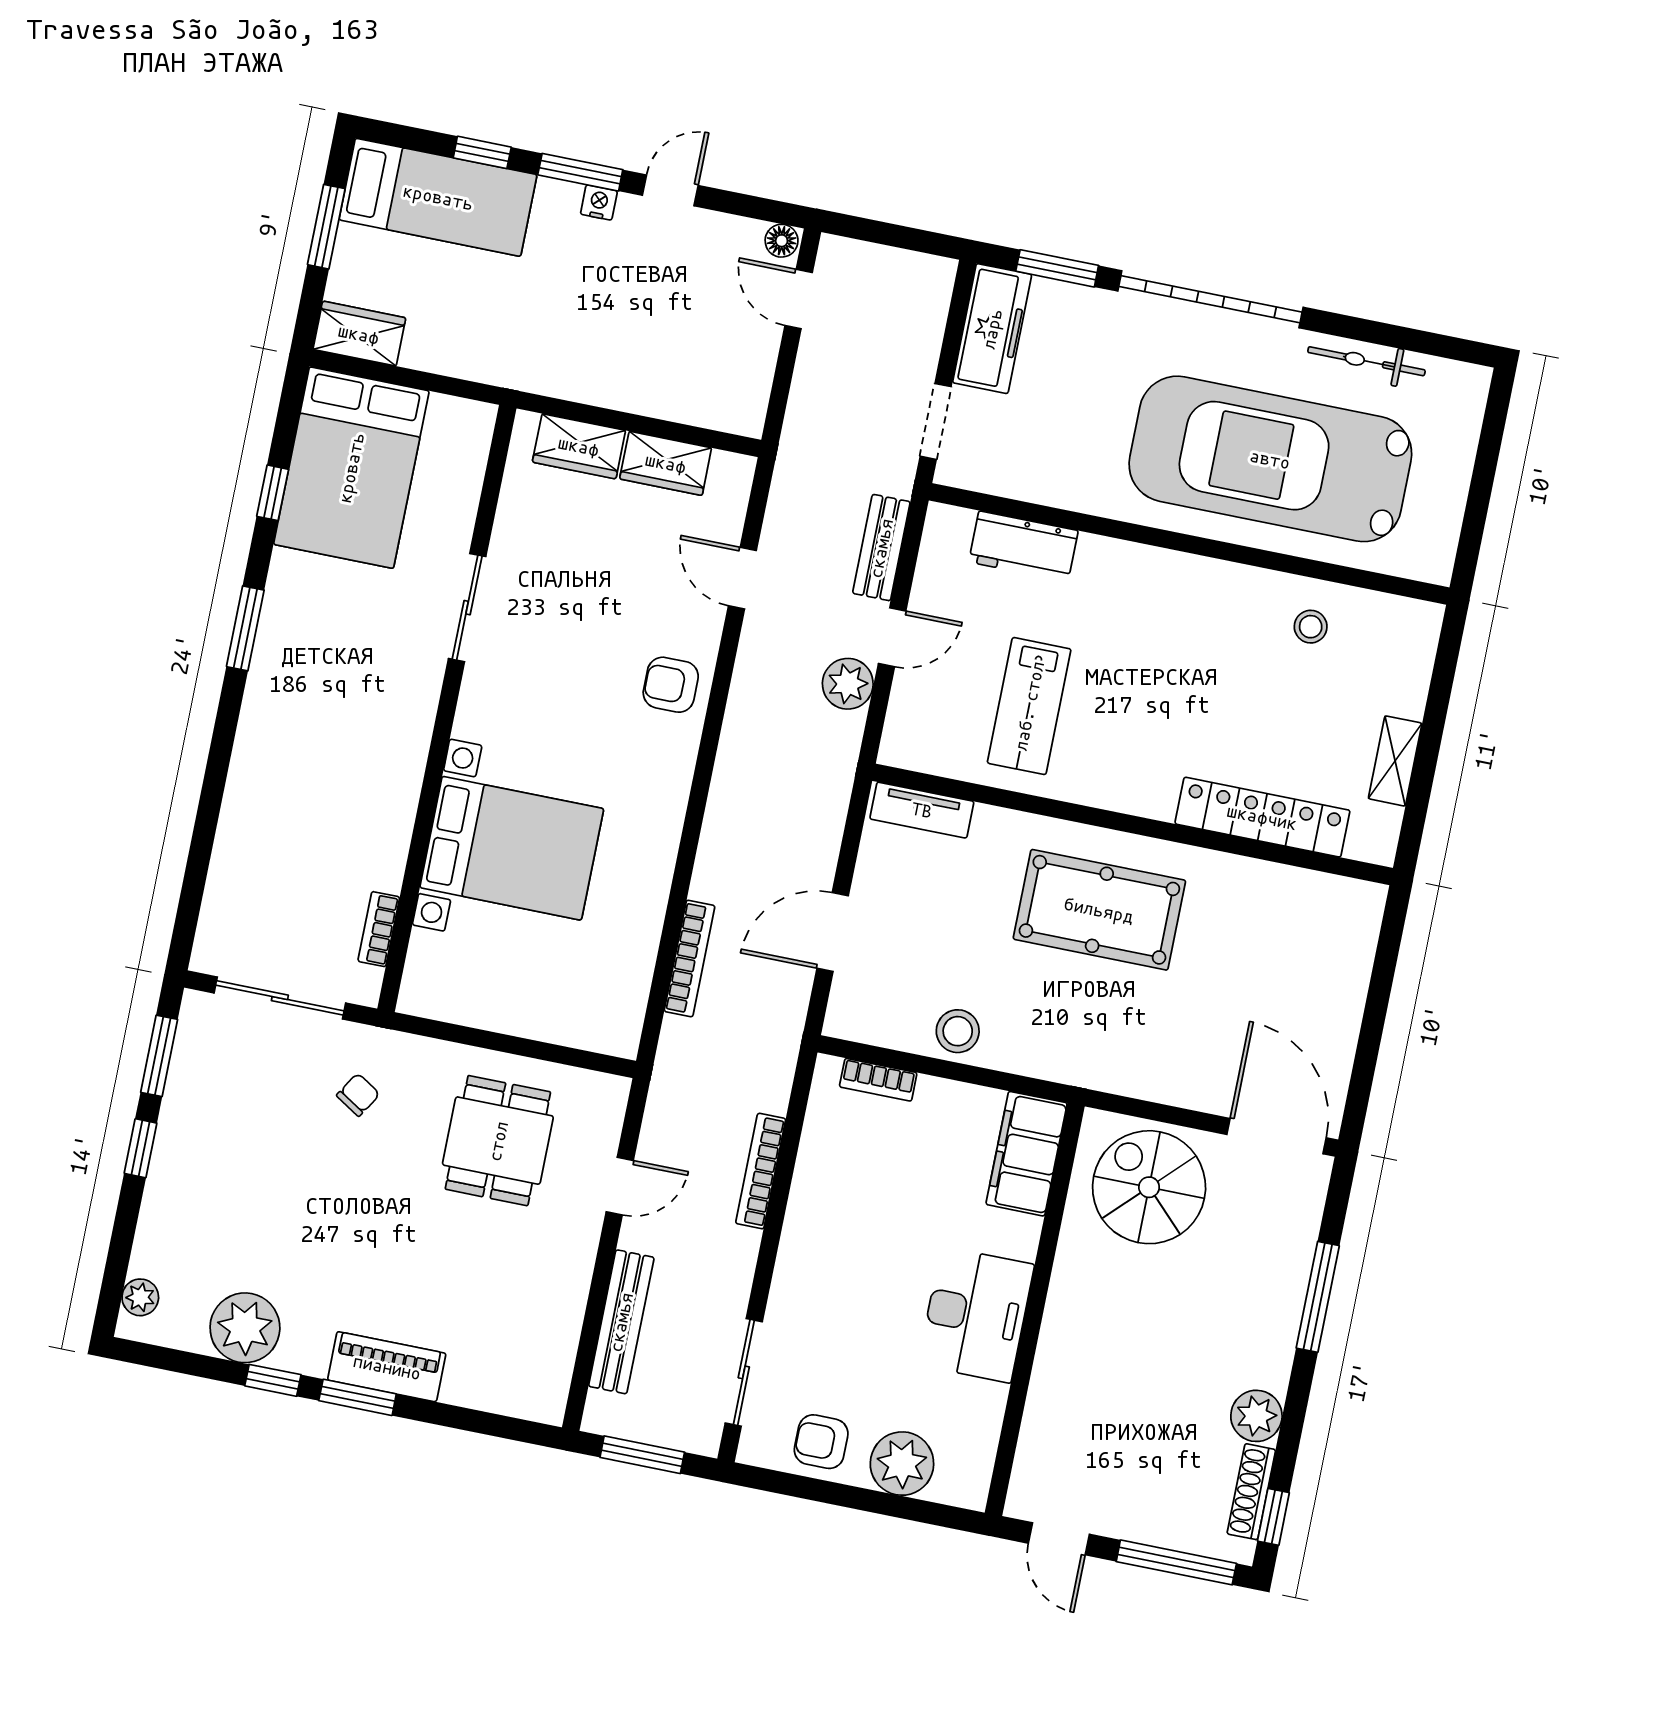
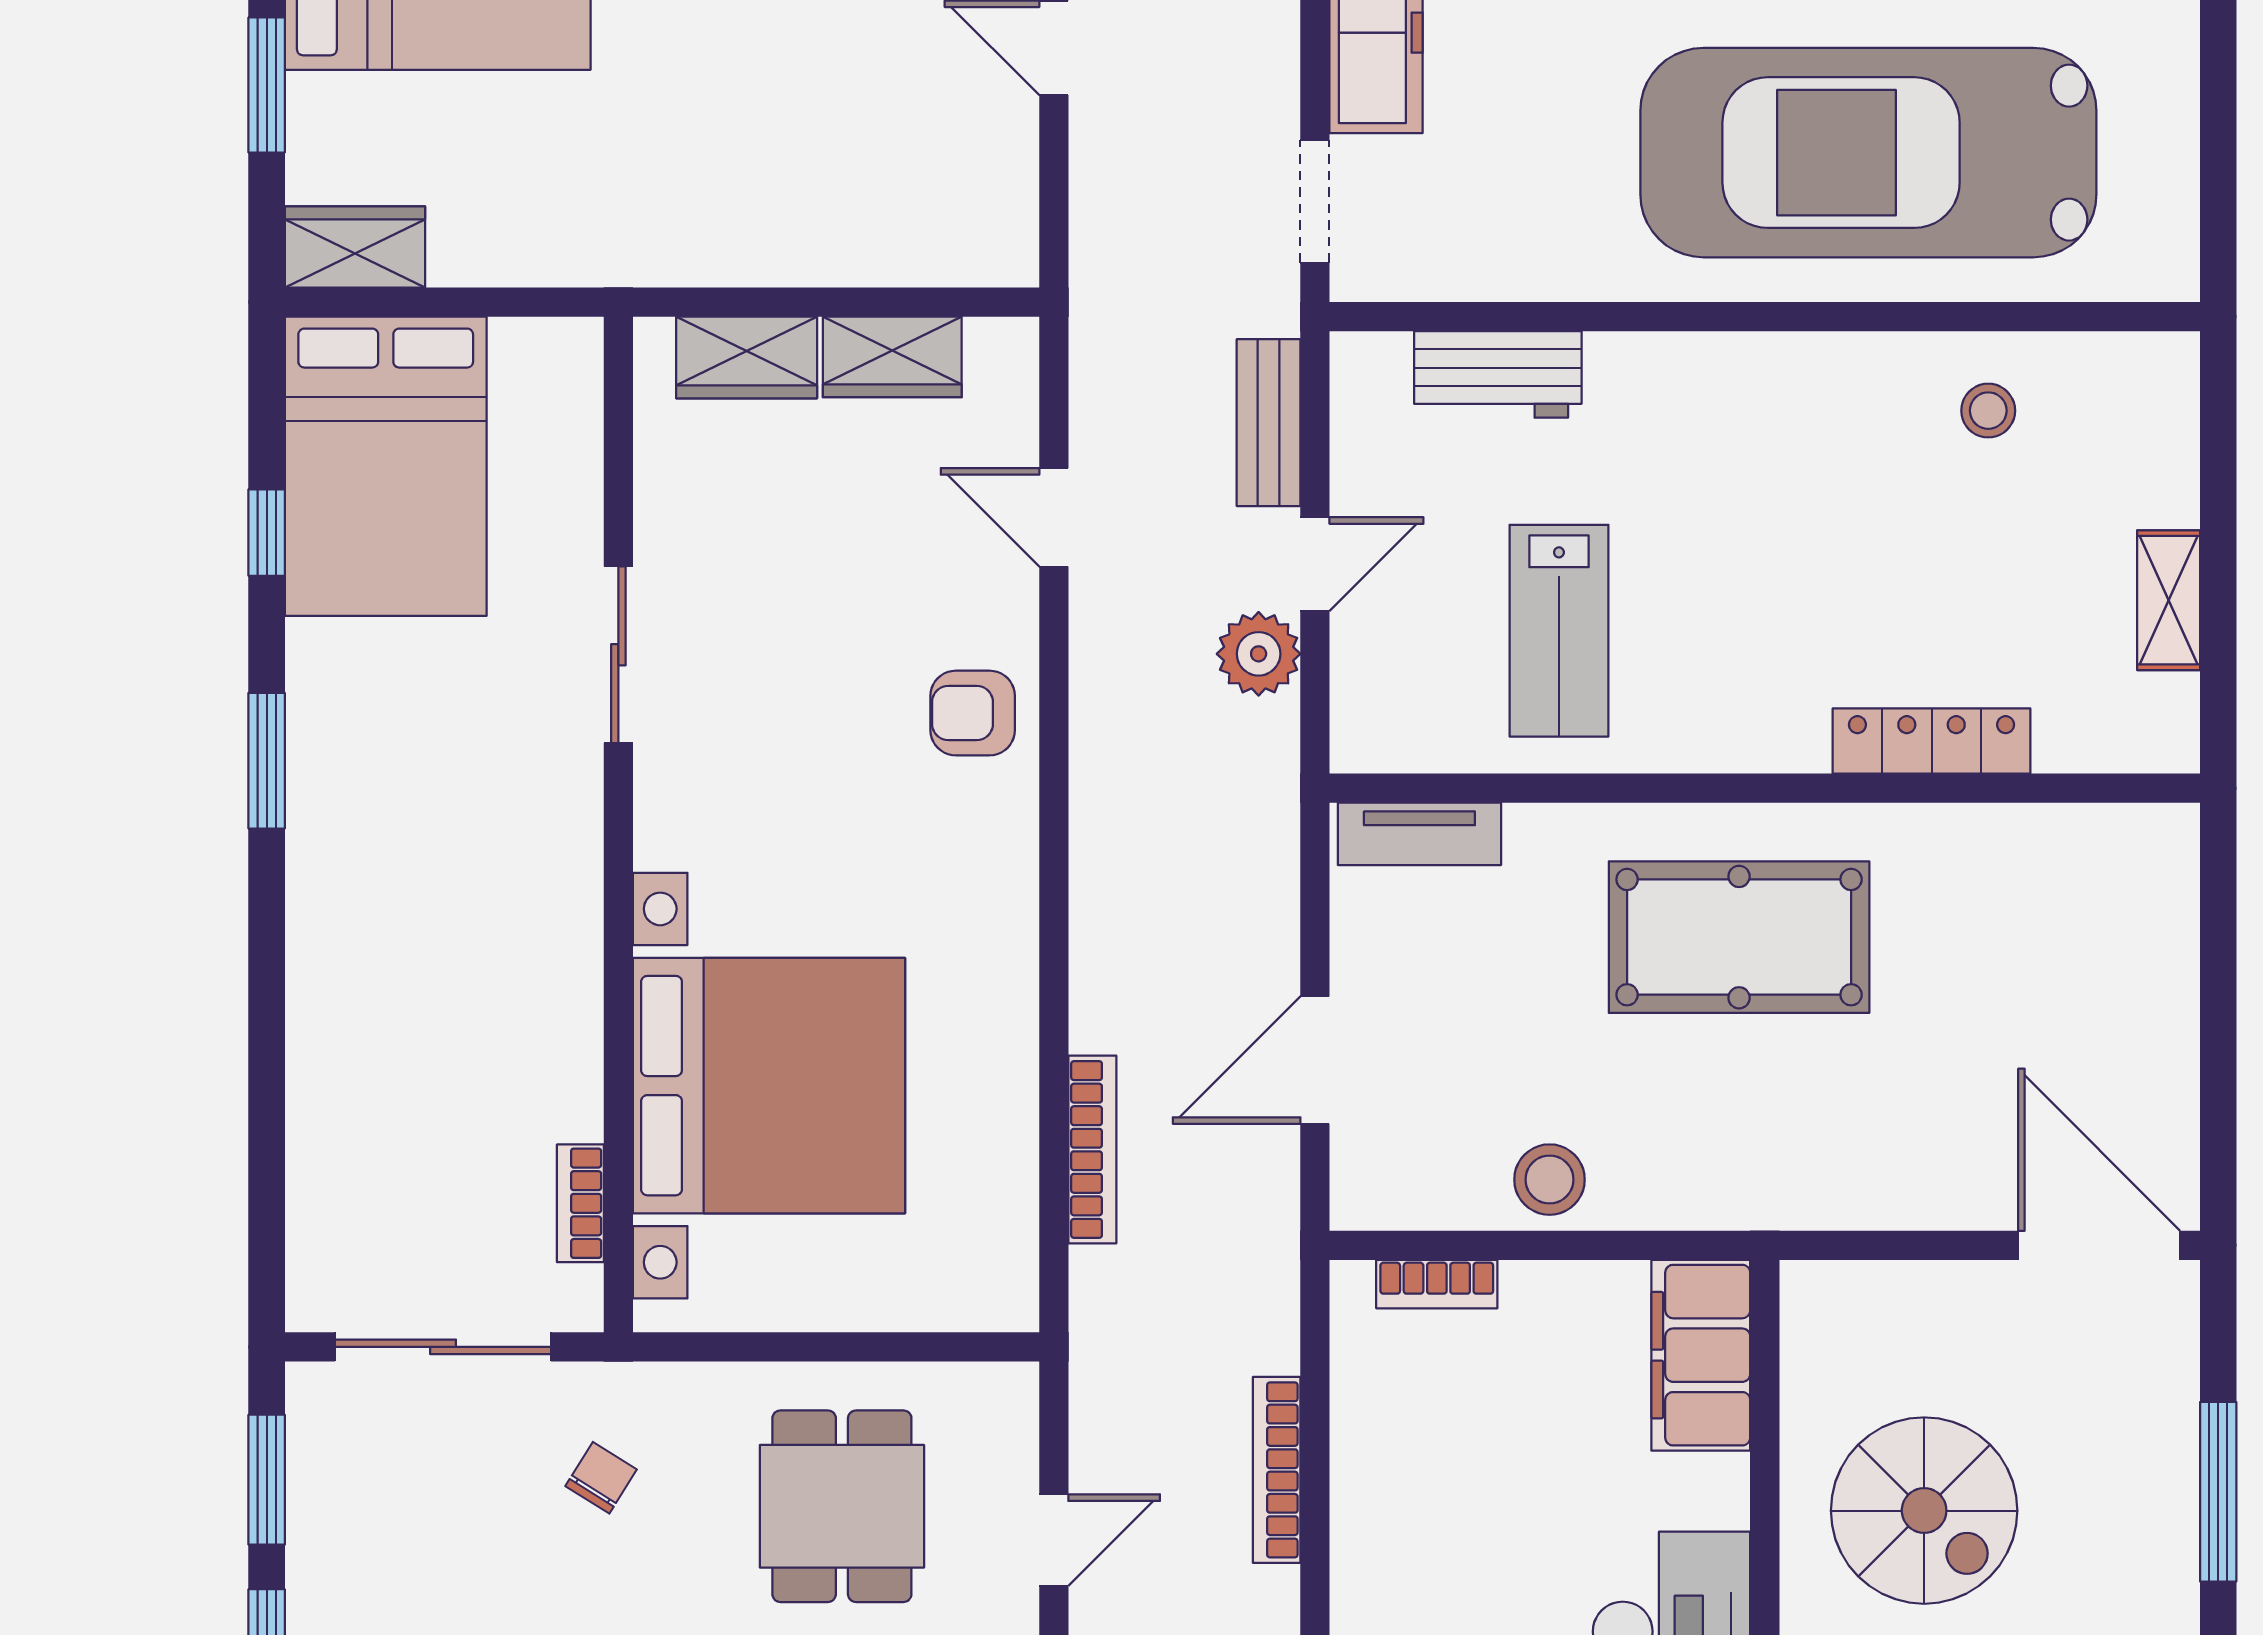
locker: (1262, 817) -> (1932, 741), width x0.71, depth x0.83
bed with nightstands: (512, 848) -> (769, 1086), width x1.36
spiral stairs: (1149, 1187) -> (1924, 1511), moved, turned 180

